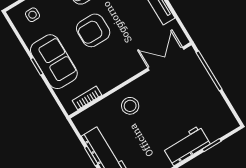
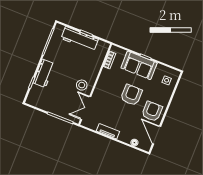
double door: (166, 59) -> (86, 108), swing flipped
stool: (130, 106) -> (82, 85), moved

